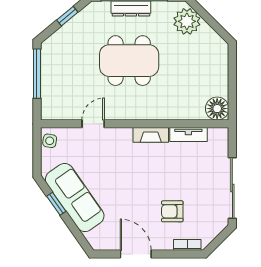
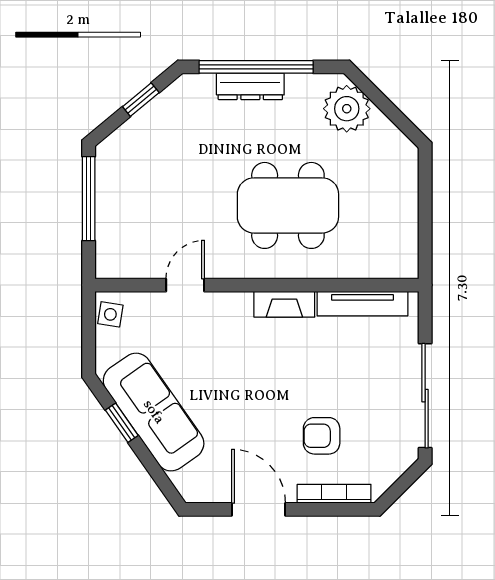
dining table: (129, 61) -> (288, 205), moved
floor lamp: (217, 109) -> (399, 259), removed
tv unit: (188, 135) -> (363, 304), width x1.41
bookcase: (187, 245) -> (334, 494), width x1.56

